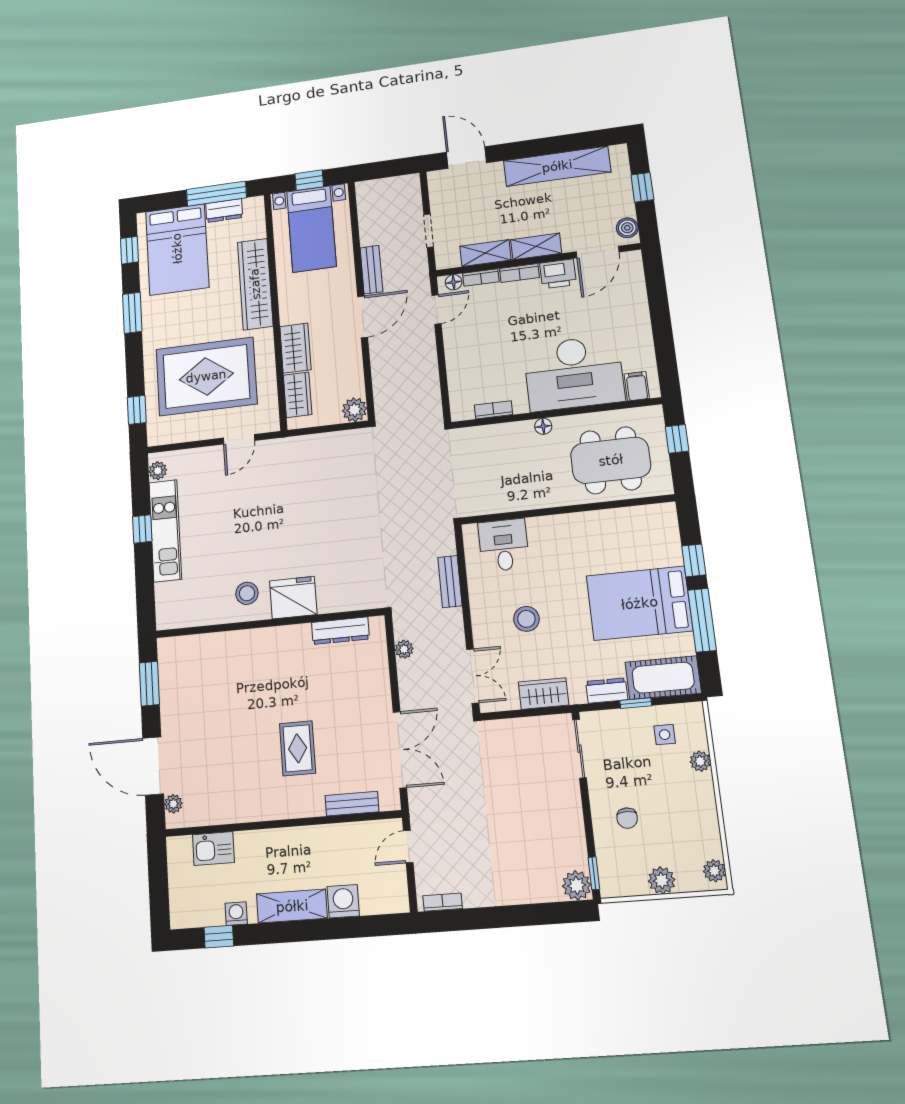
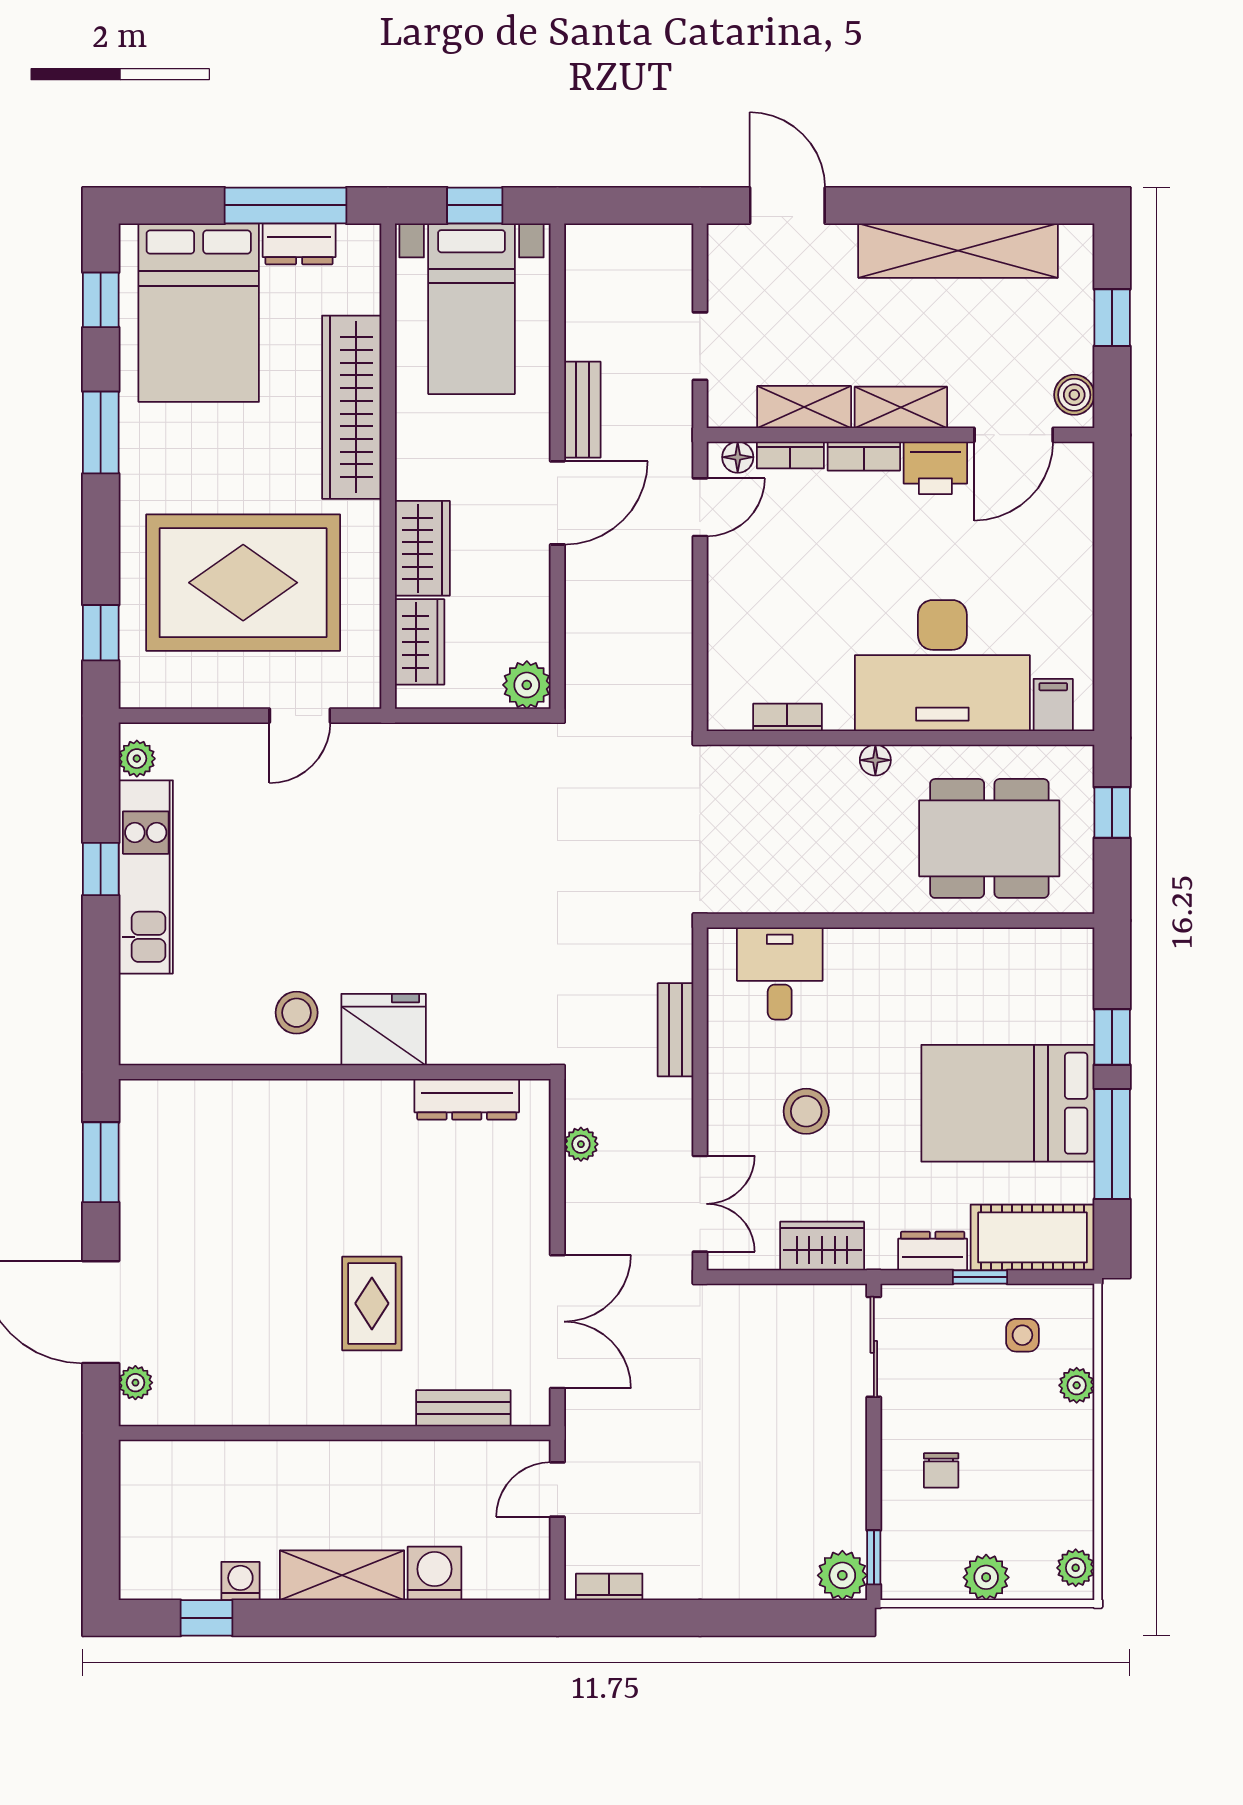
kitchen sink: (213, 849) -> (206, 1467), removed

